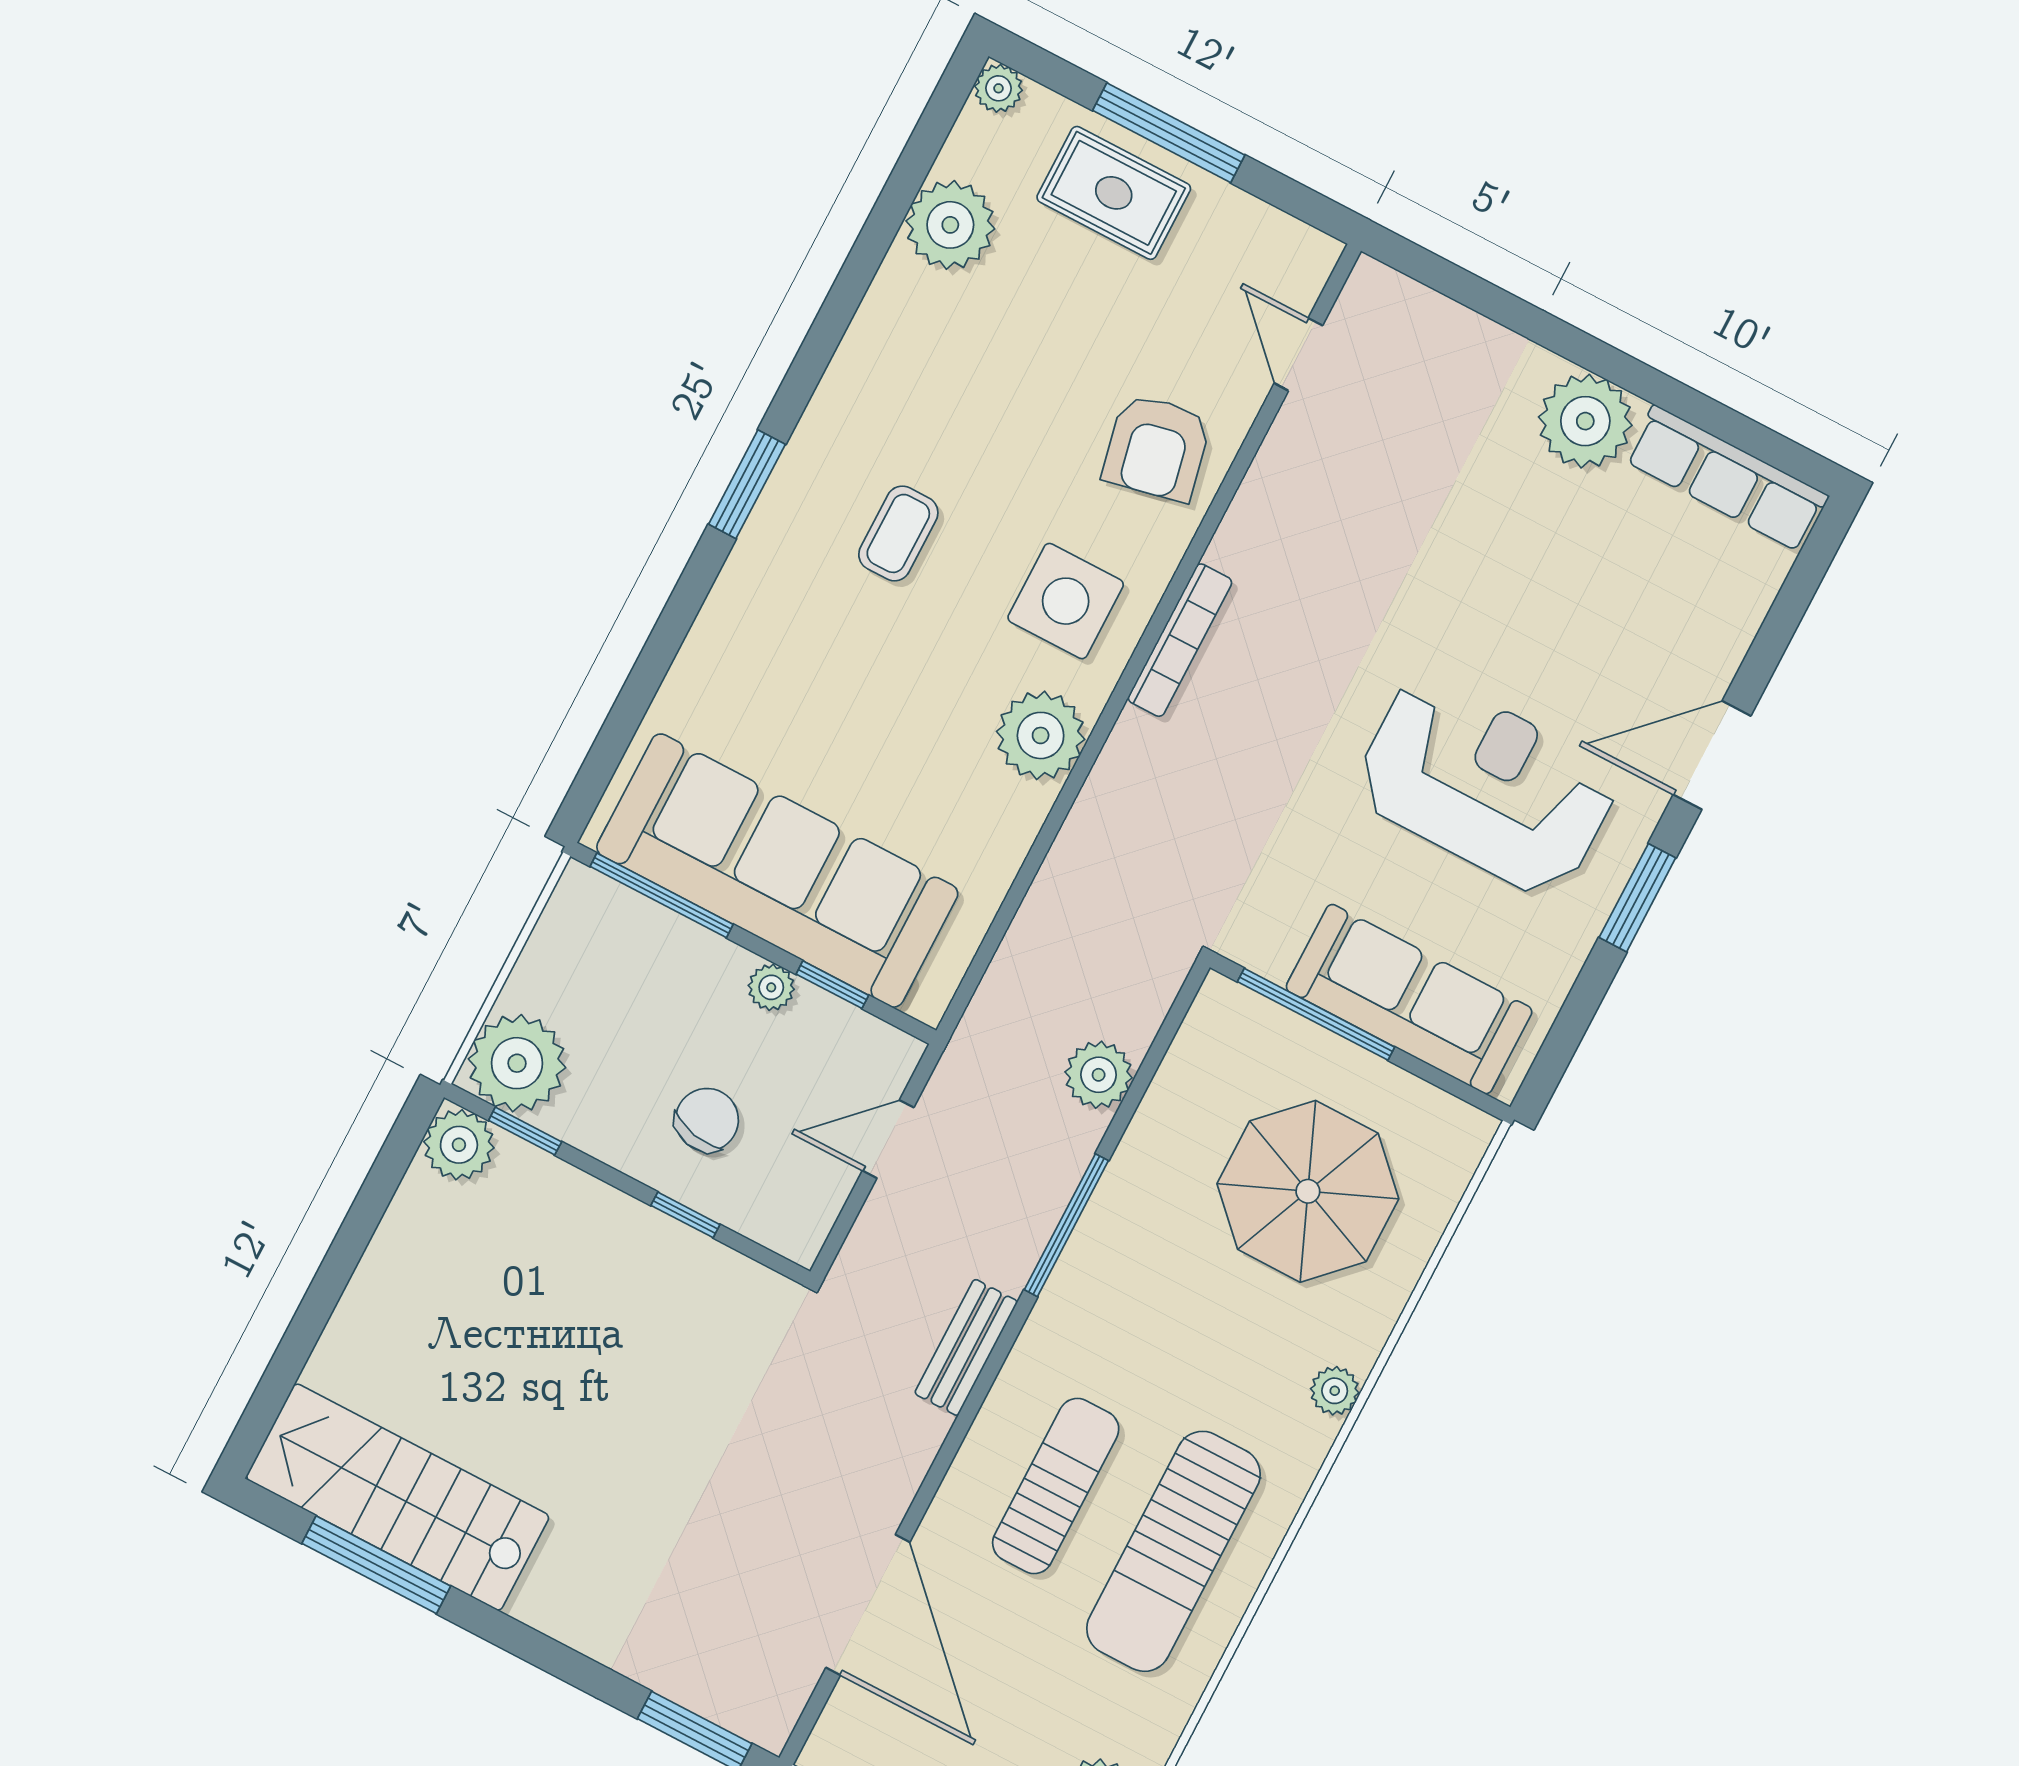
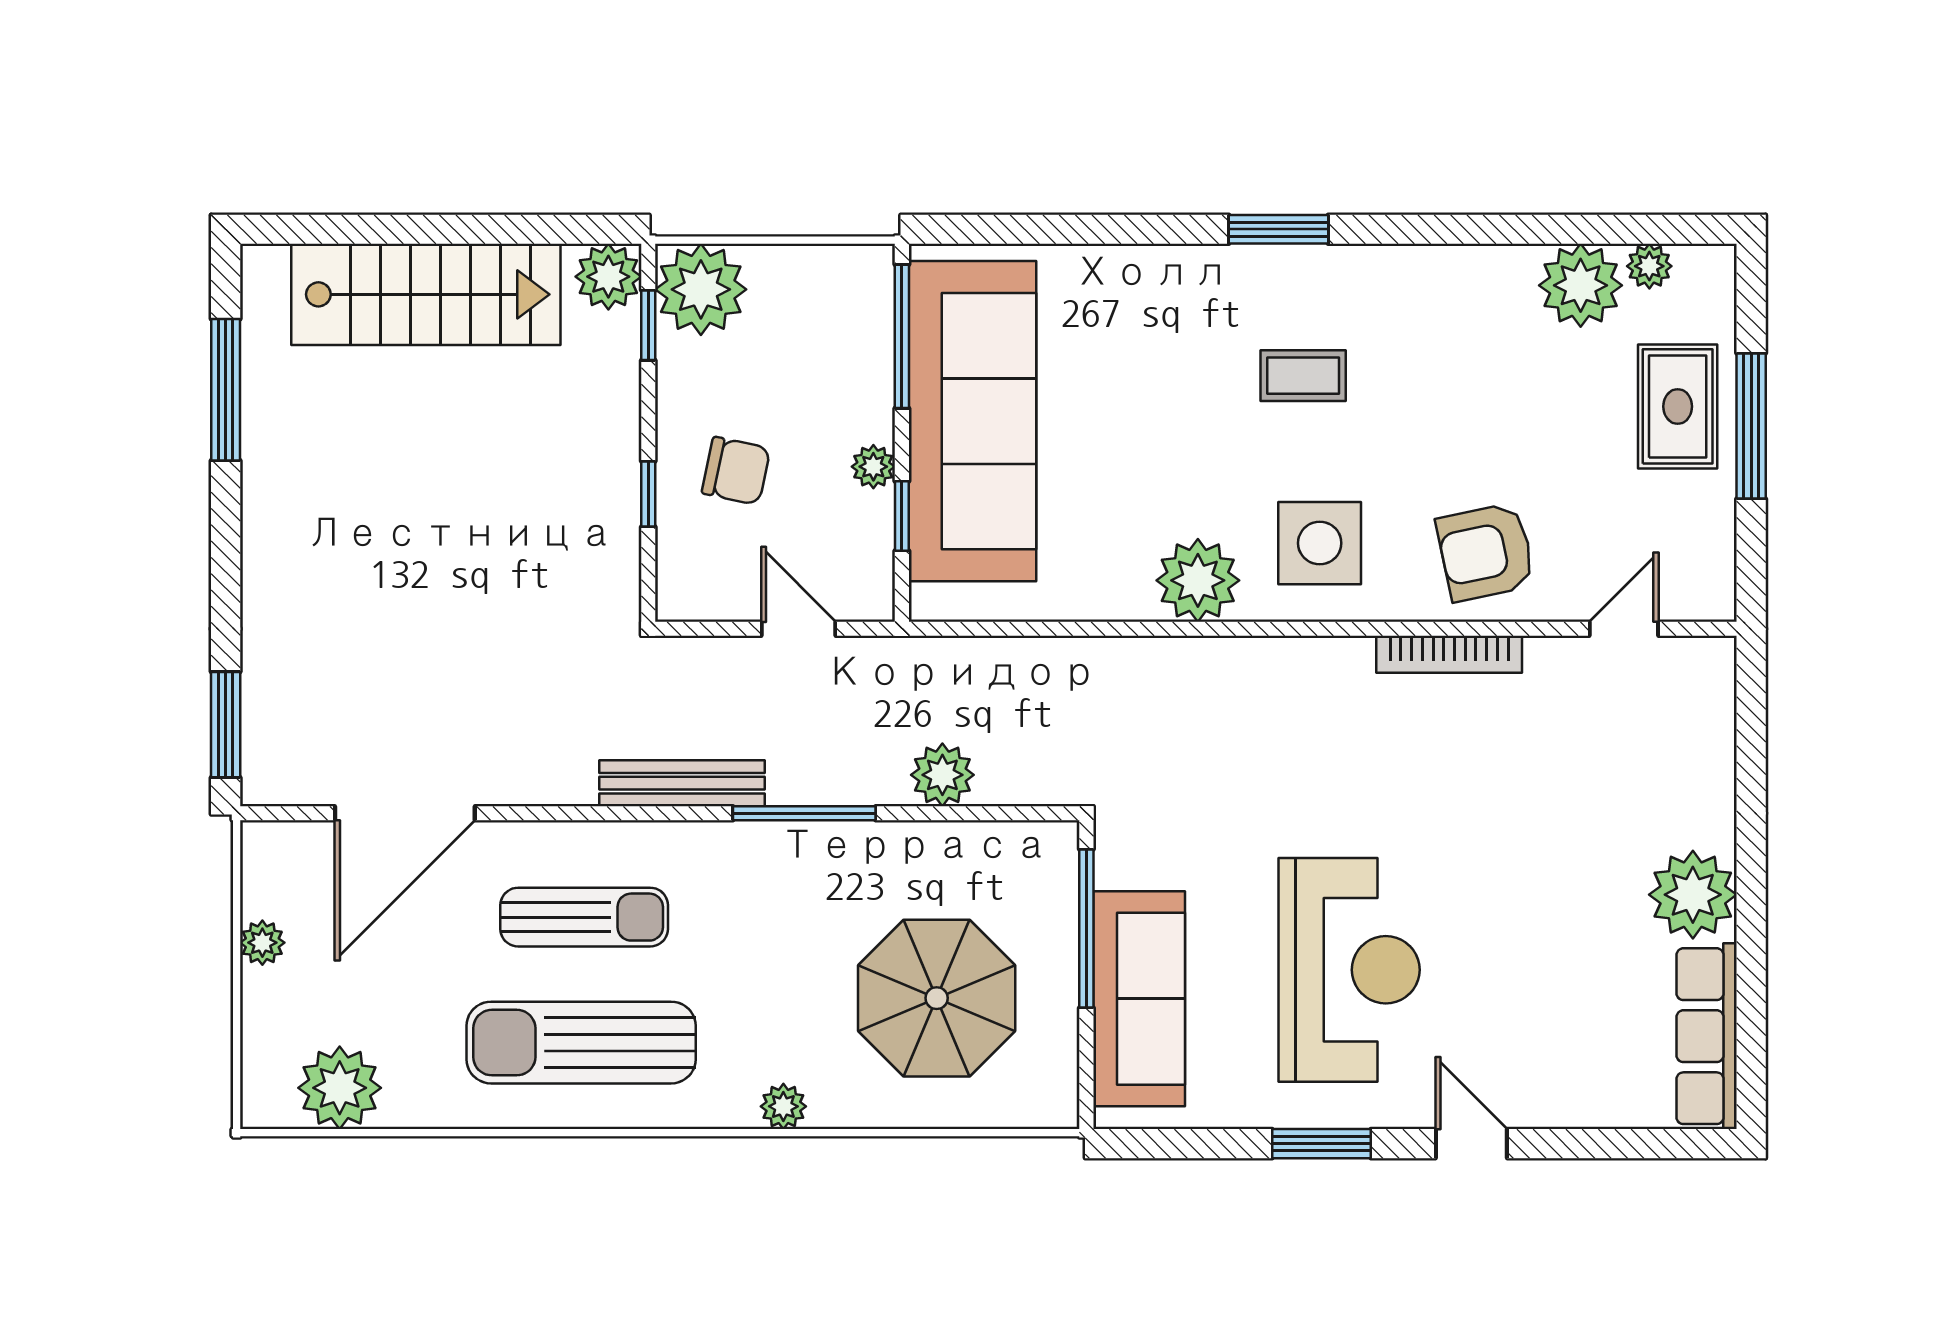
plant: (999, 88) -> (1649, 266), moved
bookcase: (1180, 640) -> (1449, 654), moved
door: (1712, 755) -> (1471, 1144), width x0.73
bench: (966, 1347) -> (682, 783), width x1.36
stairs: (398, 1497) -> (426, 294), moved, turned 90

